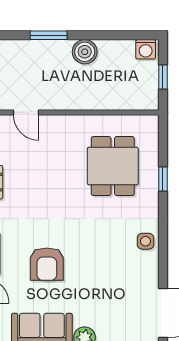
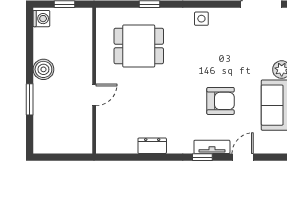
door: (26, 112) -> (94, 95), moved

